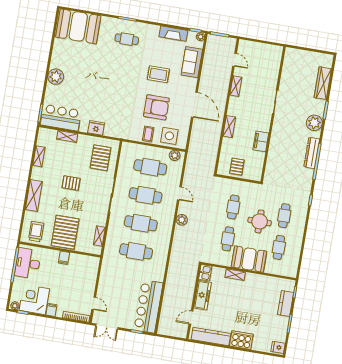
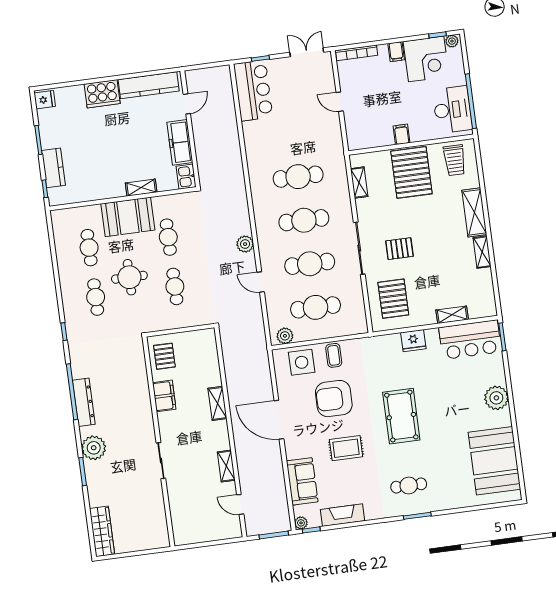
booth: (78, 26) -> (495, 461), moved, turned 90
wardrobe: (323, 83) -> (102, 531), moved
pool table: (118, 84) -> (401, 416), added
shelving: (39, 156) -> (482, 252), moved
pallet: (237, 167) -> (164, 356), moved
pallet: (71, 183) -> (399, 249), moved
door: (94, 303) -> (340, 102), moved
bar counter: (148, 306) -> (253, 91), width x0.73

